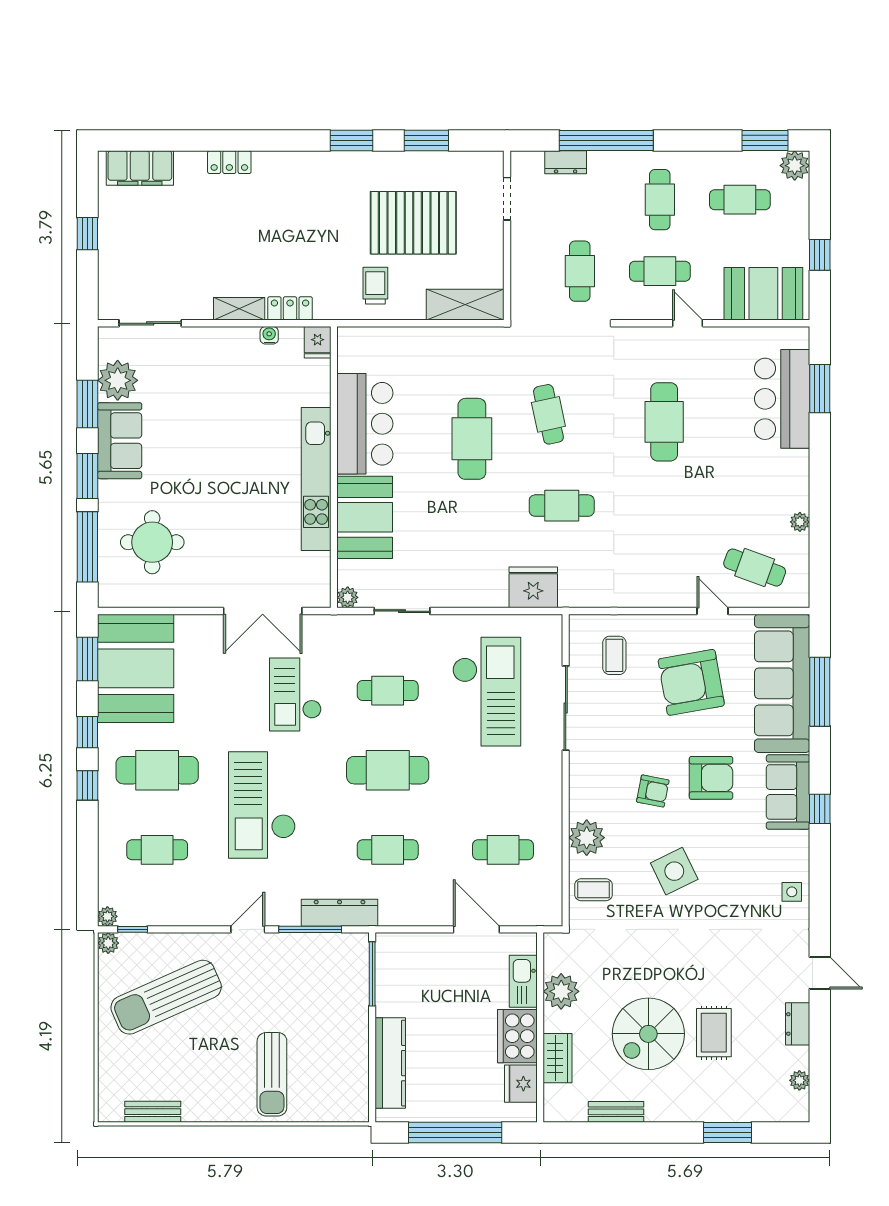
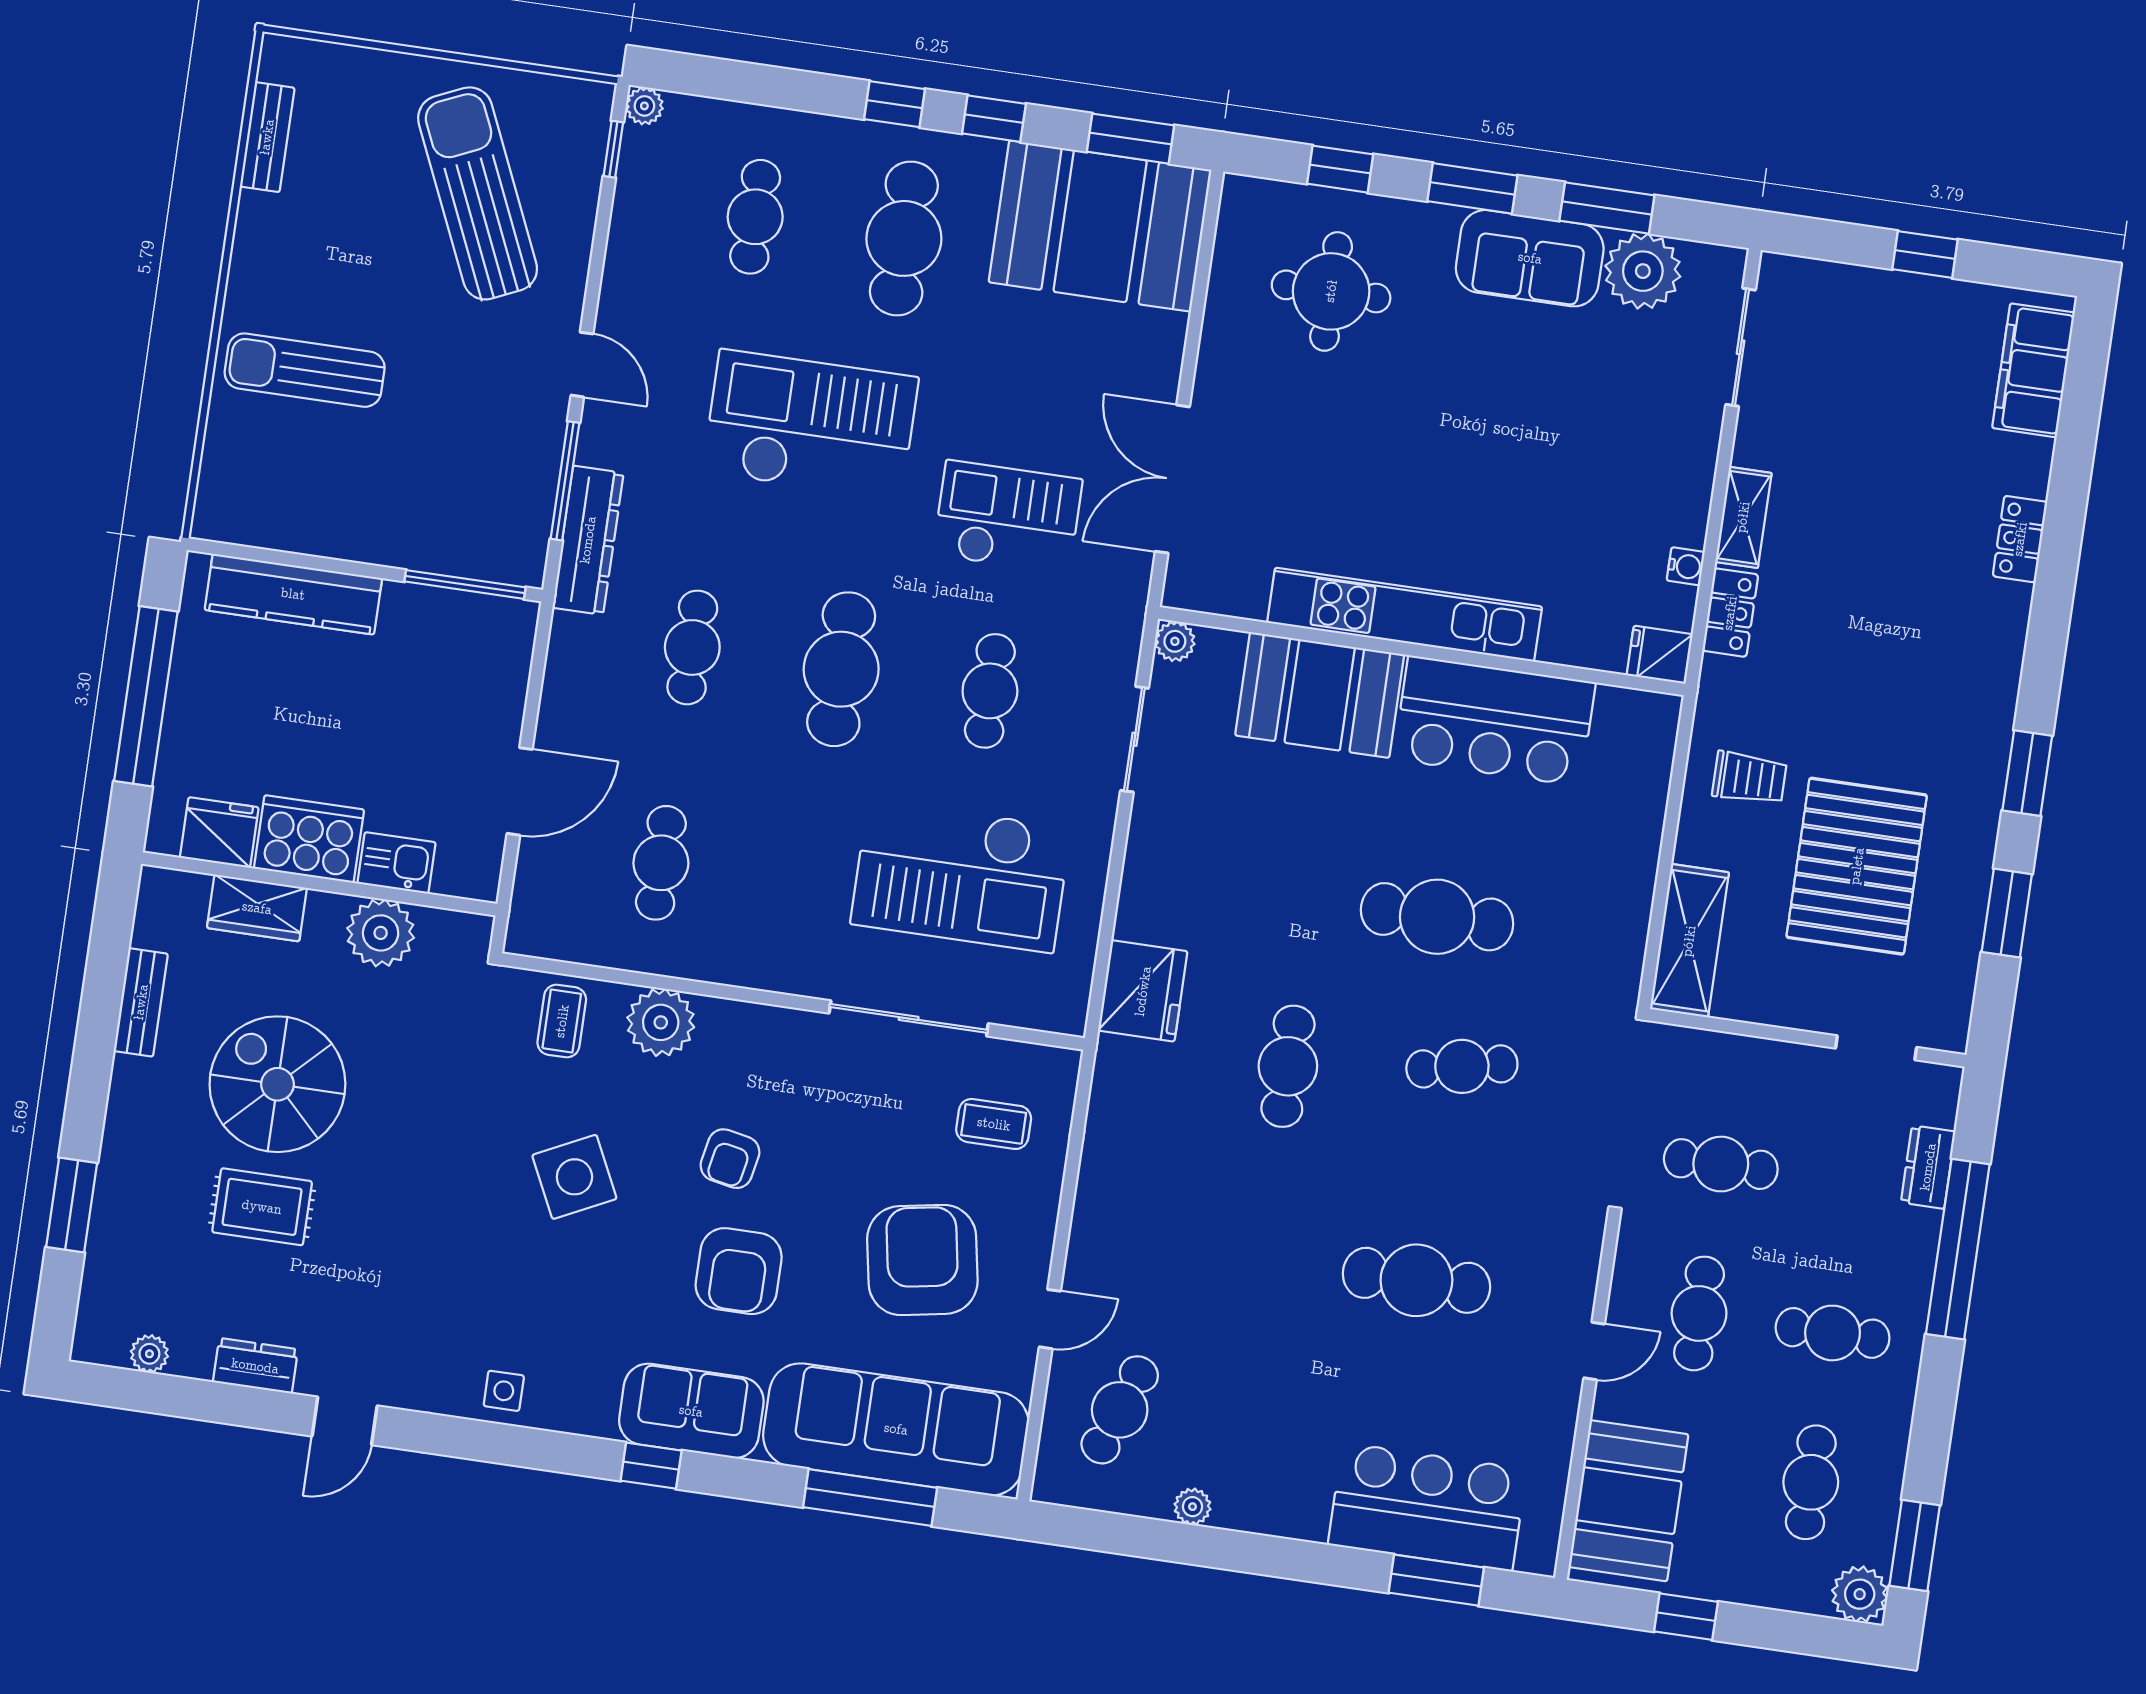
window: (87, 547) -> (1340, 169), width x0.46
plant: (108, 943) -> (594, 100), removed
kitchen sink: (523, 981) -> (397, 863), width x0.73

